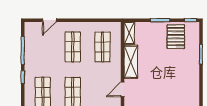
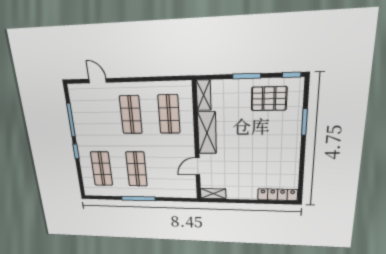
door: (49, 20) -> (98, 81), swing flipped
pallet: (176, 37) -> (269, 99), turned 90

